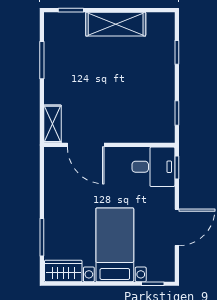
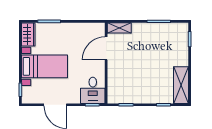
shelving: (116, 24) -> (181, 85), moved

